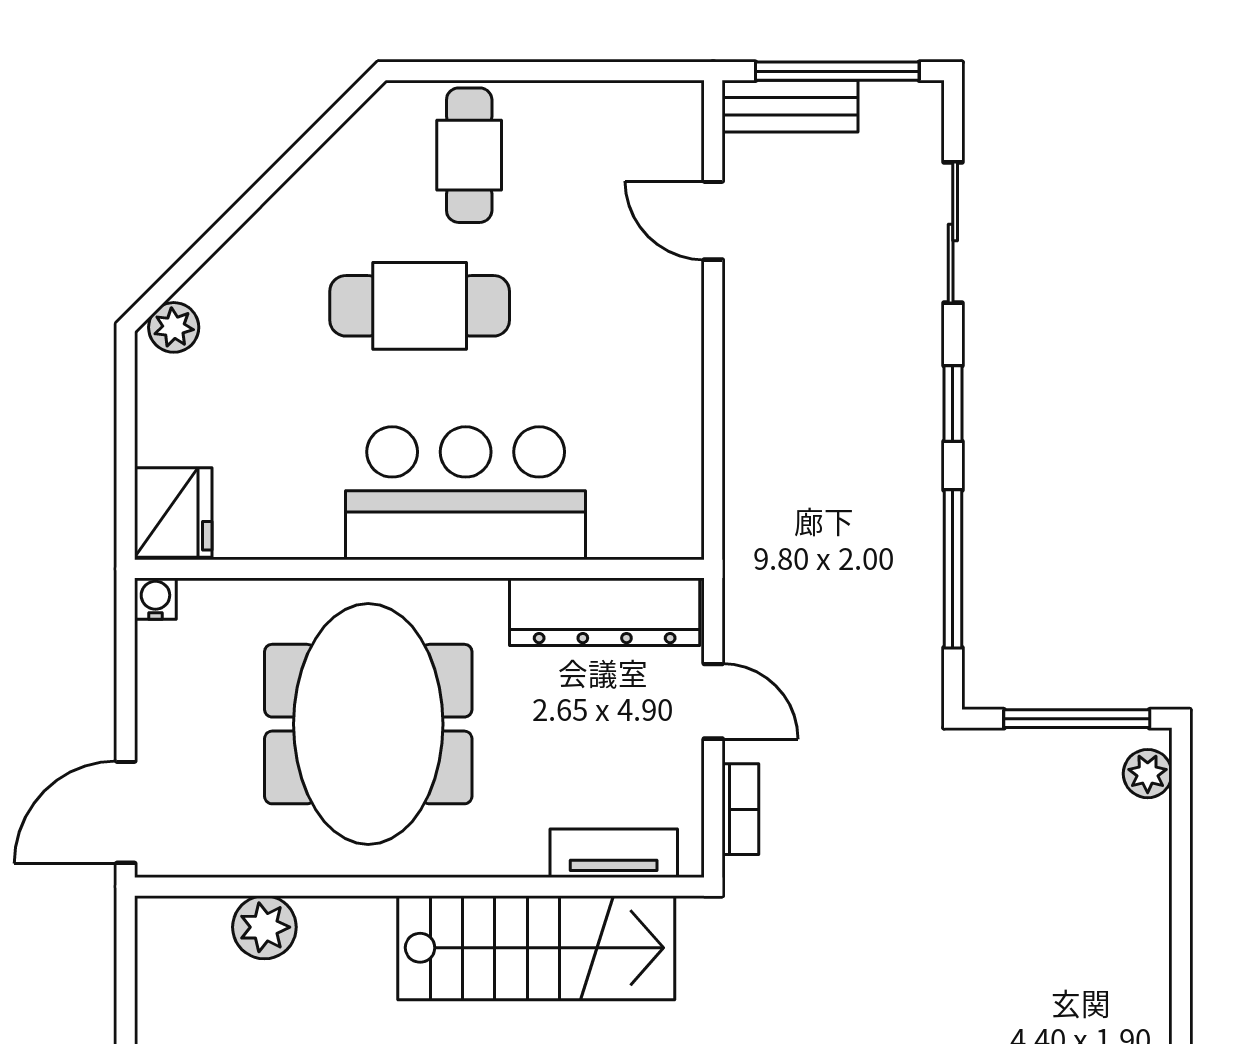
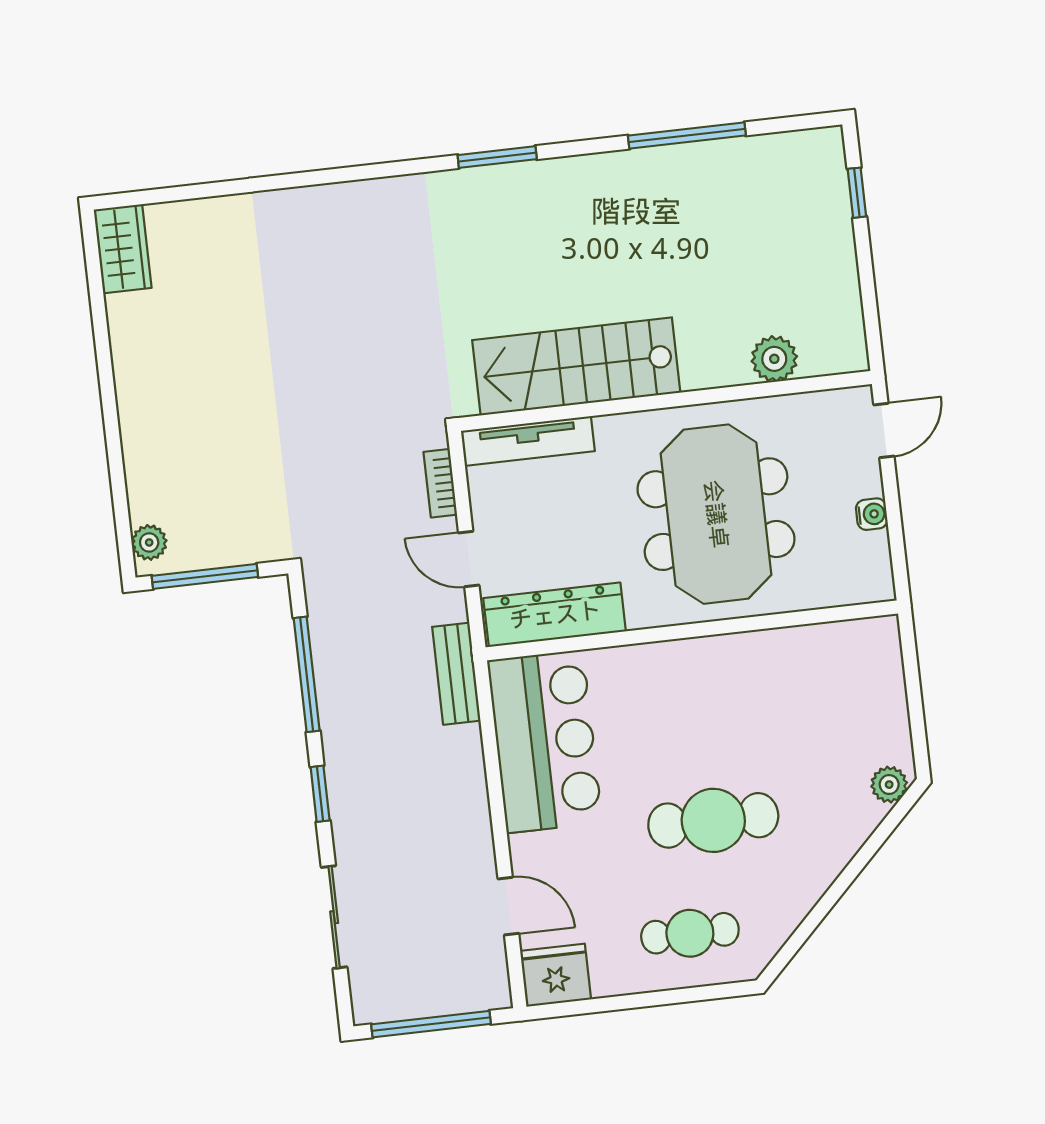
bench: (790, 106) -> (456, 674), moved, turned 90
cafe table: (469, 155) -> (690, 933), turned 90
bar counter: (466, 493) -> (545, 741), moved, turned -90
fridge: (173, 512) -> (556, 975), moved, turned 90
water cooler: (155, 599) -> (872, 514), moved, turned -90
door: (126, 812) -> (884, 430), width x0.73
tv unit: (614, 853) -> (528, 441), width x1.41

